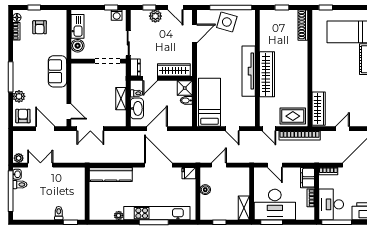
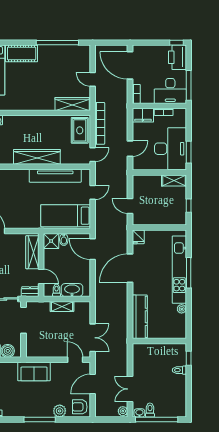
tv unit: (249, 71) -> (55, 176), moved
door: (69, 112) -> (75, 360), hinge flipped
door: (157, 129) -> (93, 249), moved
boiler: (205, 190) -> (155, 220), removed

